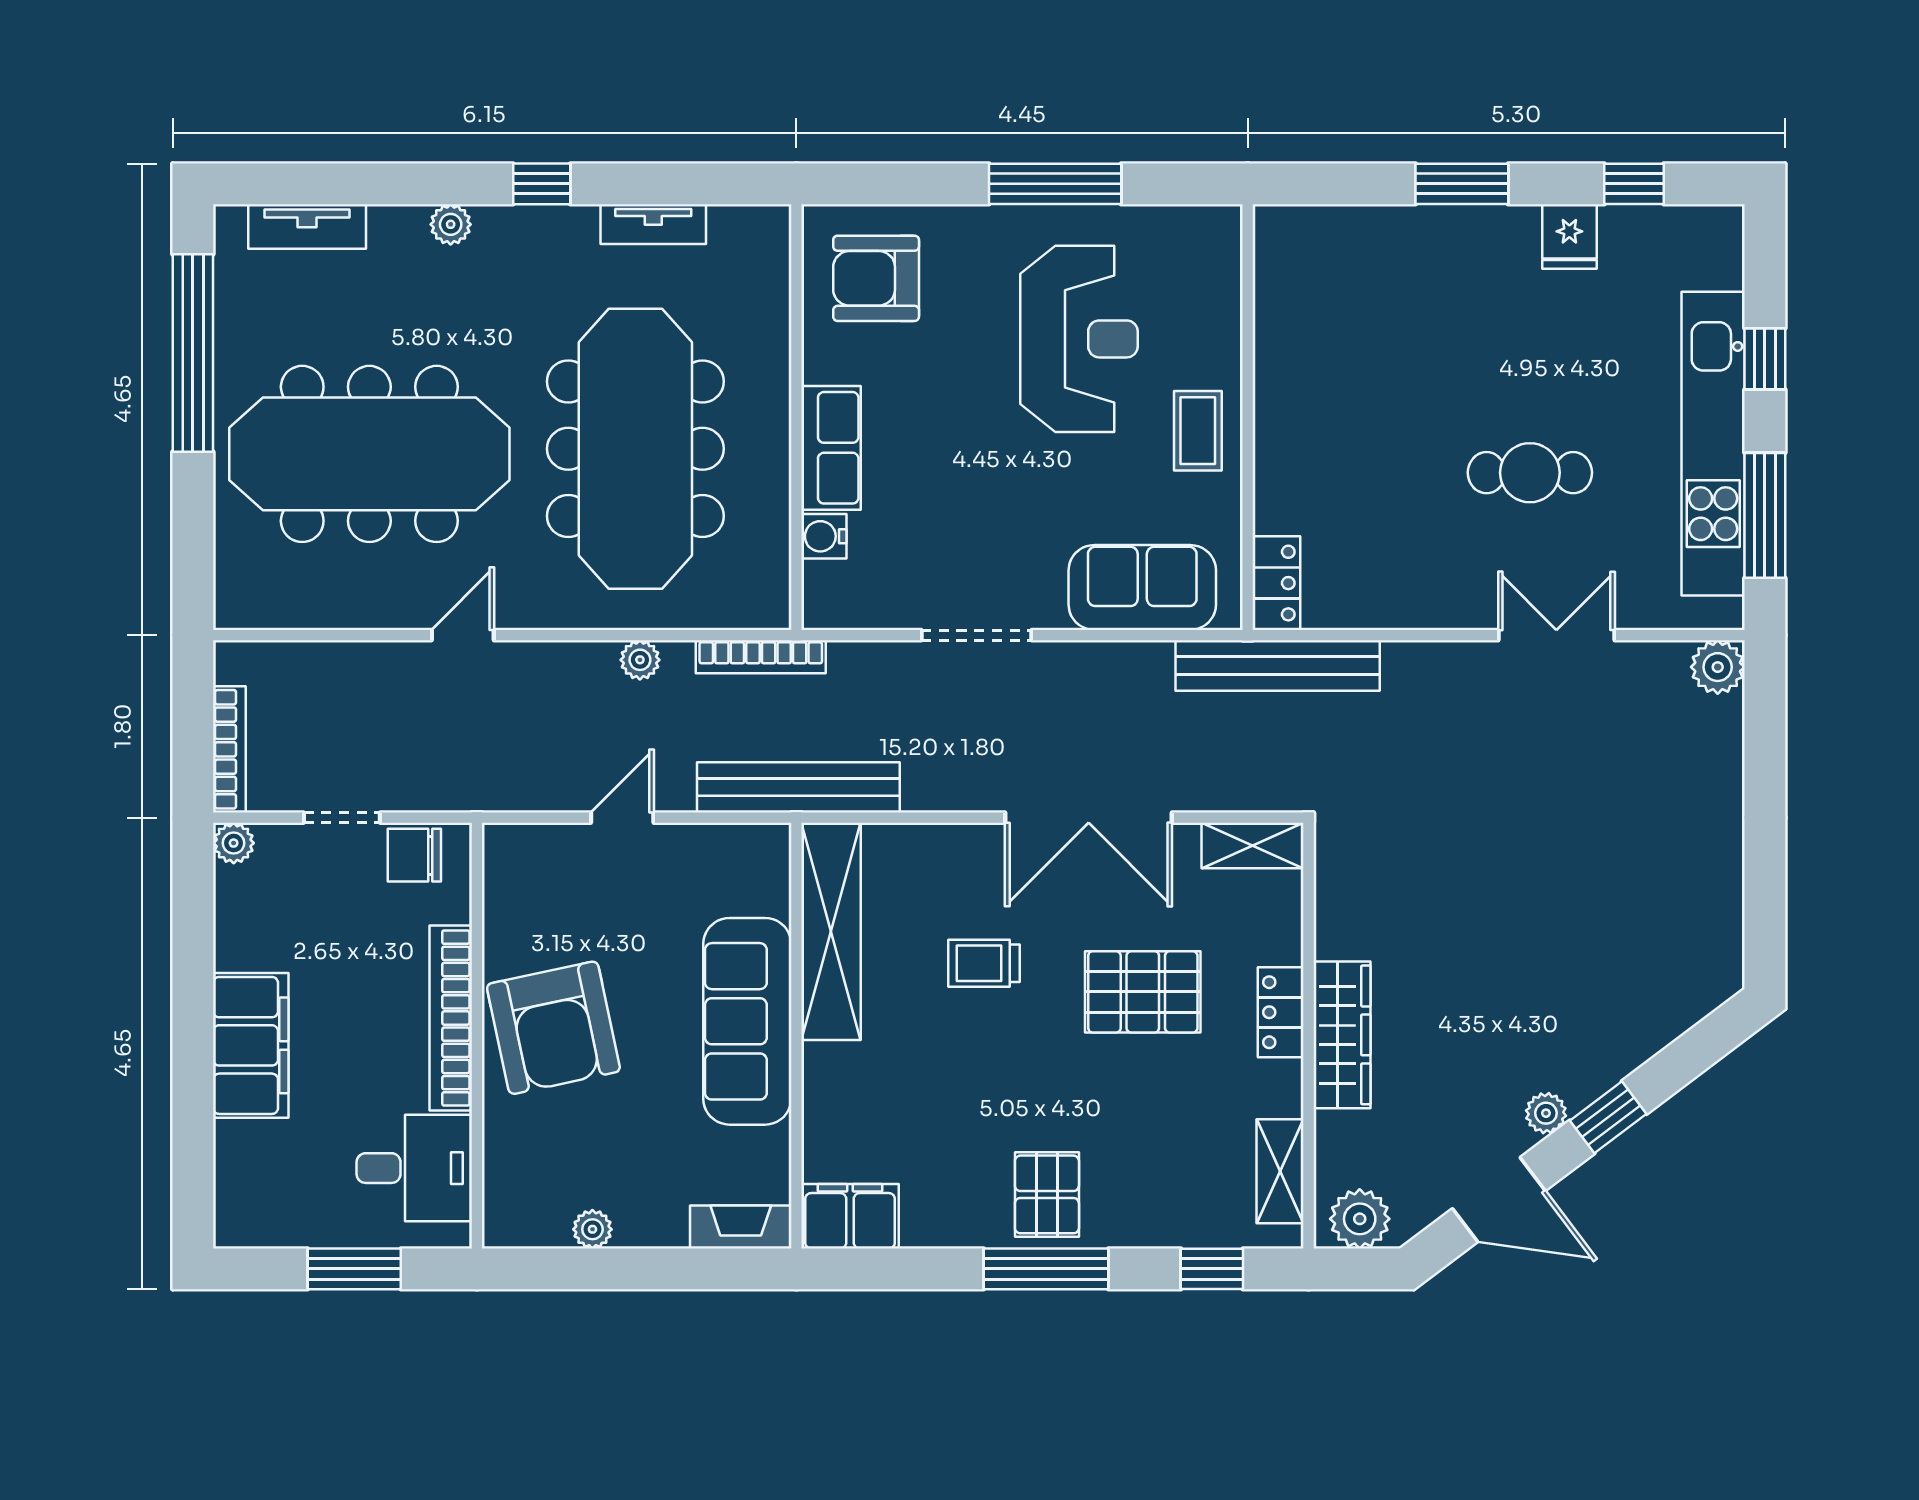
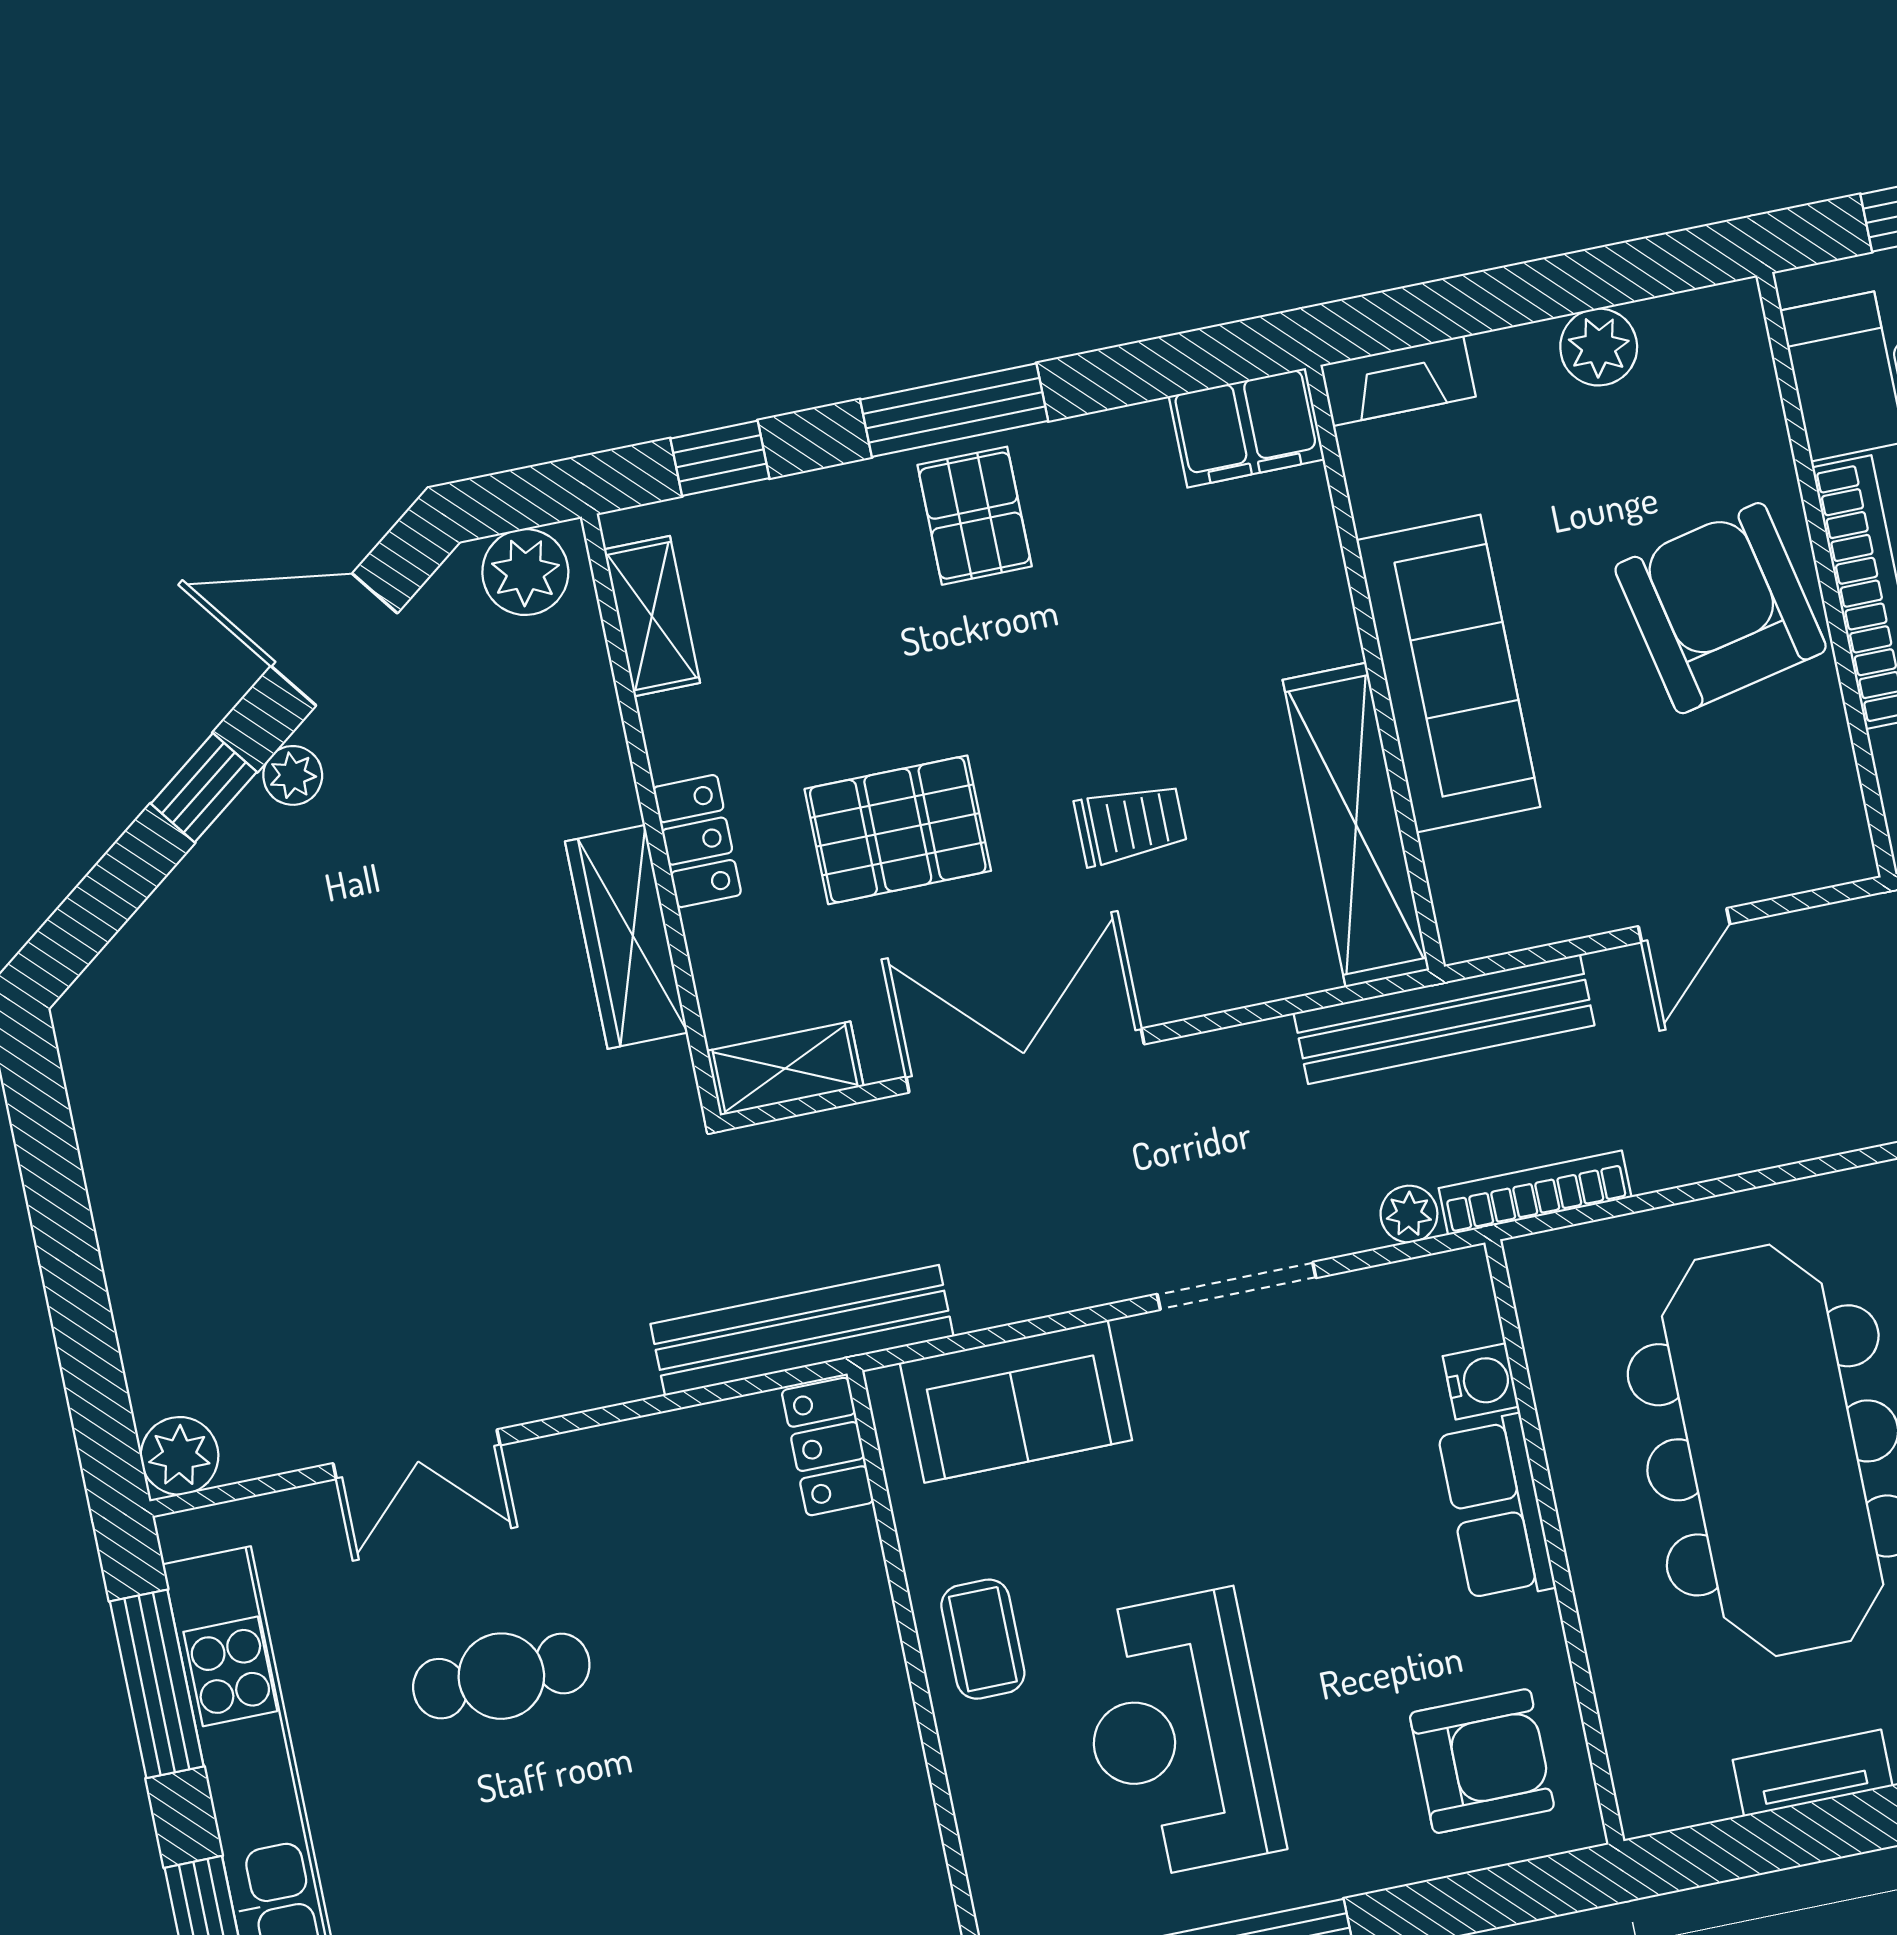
plant: (640, 660) -> (1409, 1214), moved
wardrobe: (1342, 1035) -> (626, 937), moved
plant: (592, 1229) -> (1599, 347), width x1.38, depth x1.38

